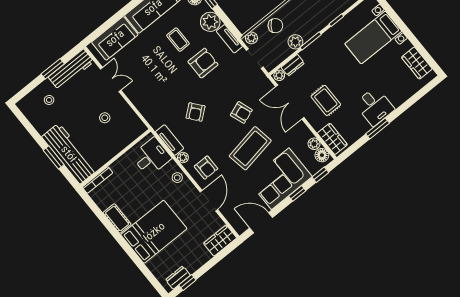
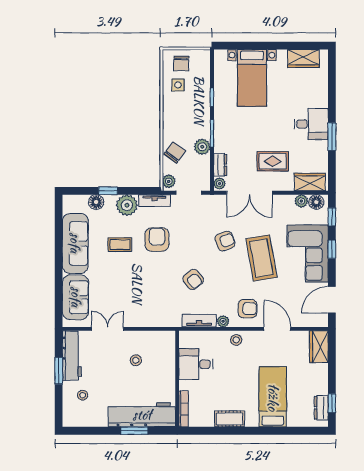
desk: (151, 157) -> (196, 364), moved, turned -90
bed: (154, 232) -> (273, 397), width x0.67

